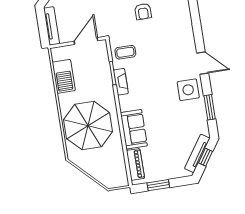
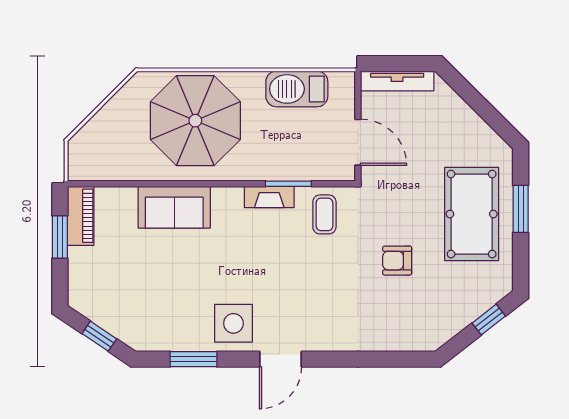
tv unit: (197, 153) -> (109, 321), removed
piano: (135, 164) -> (81, 216), moved, turned -90

